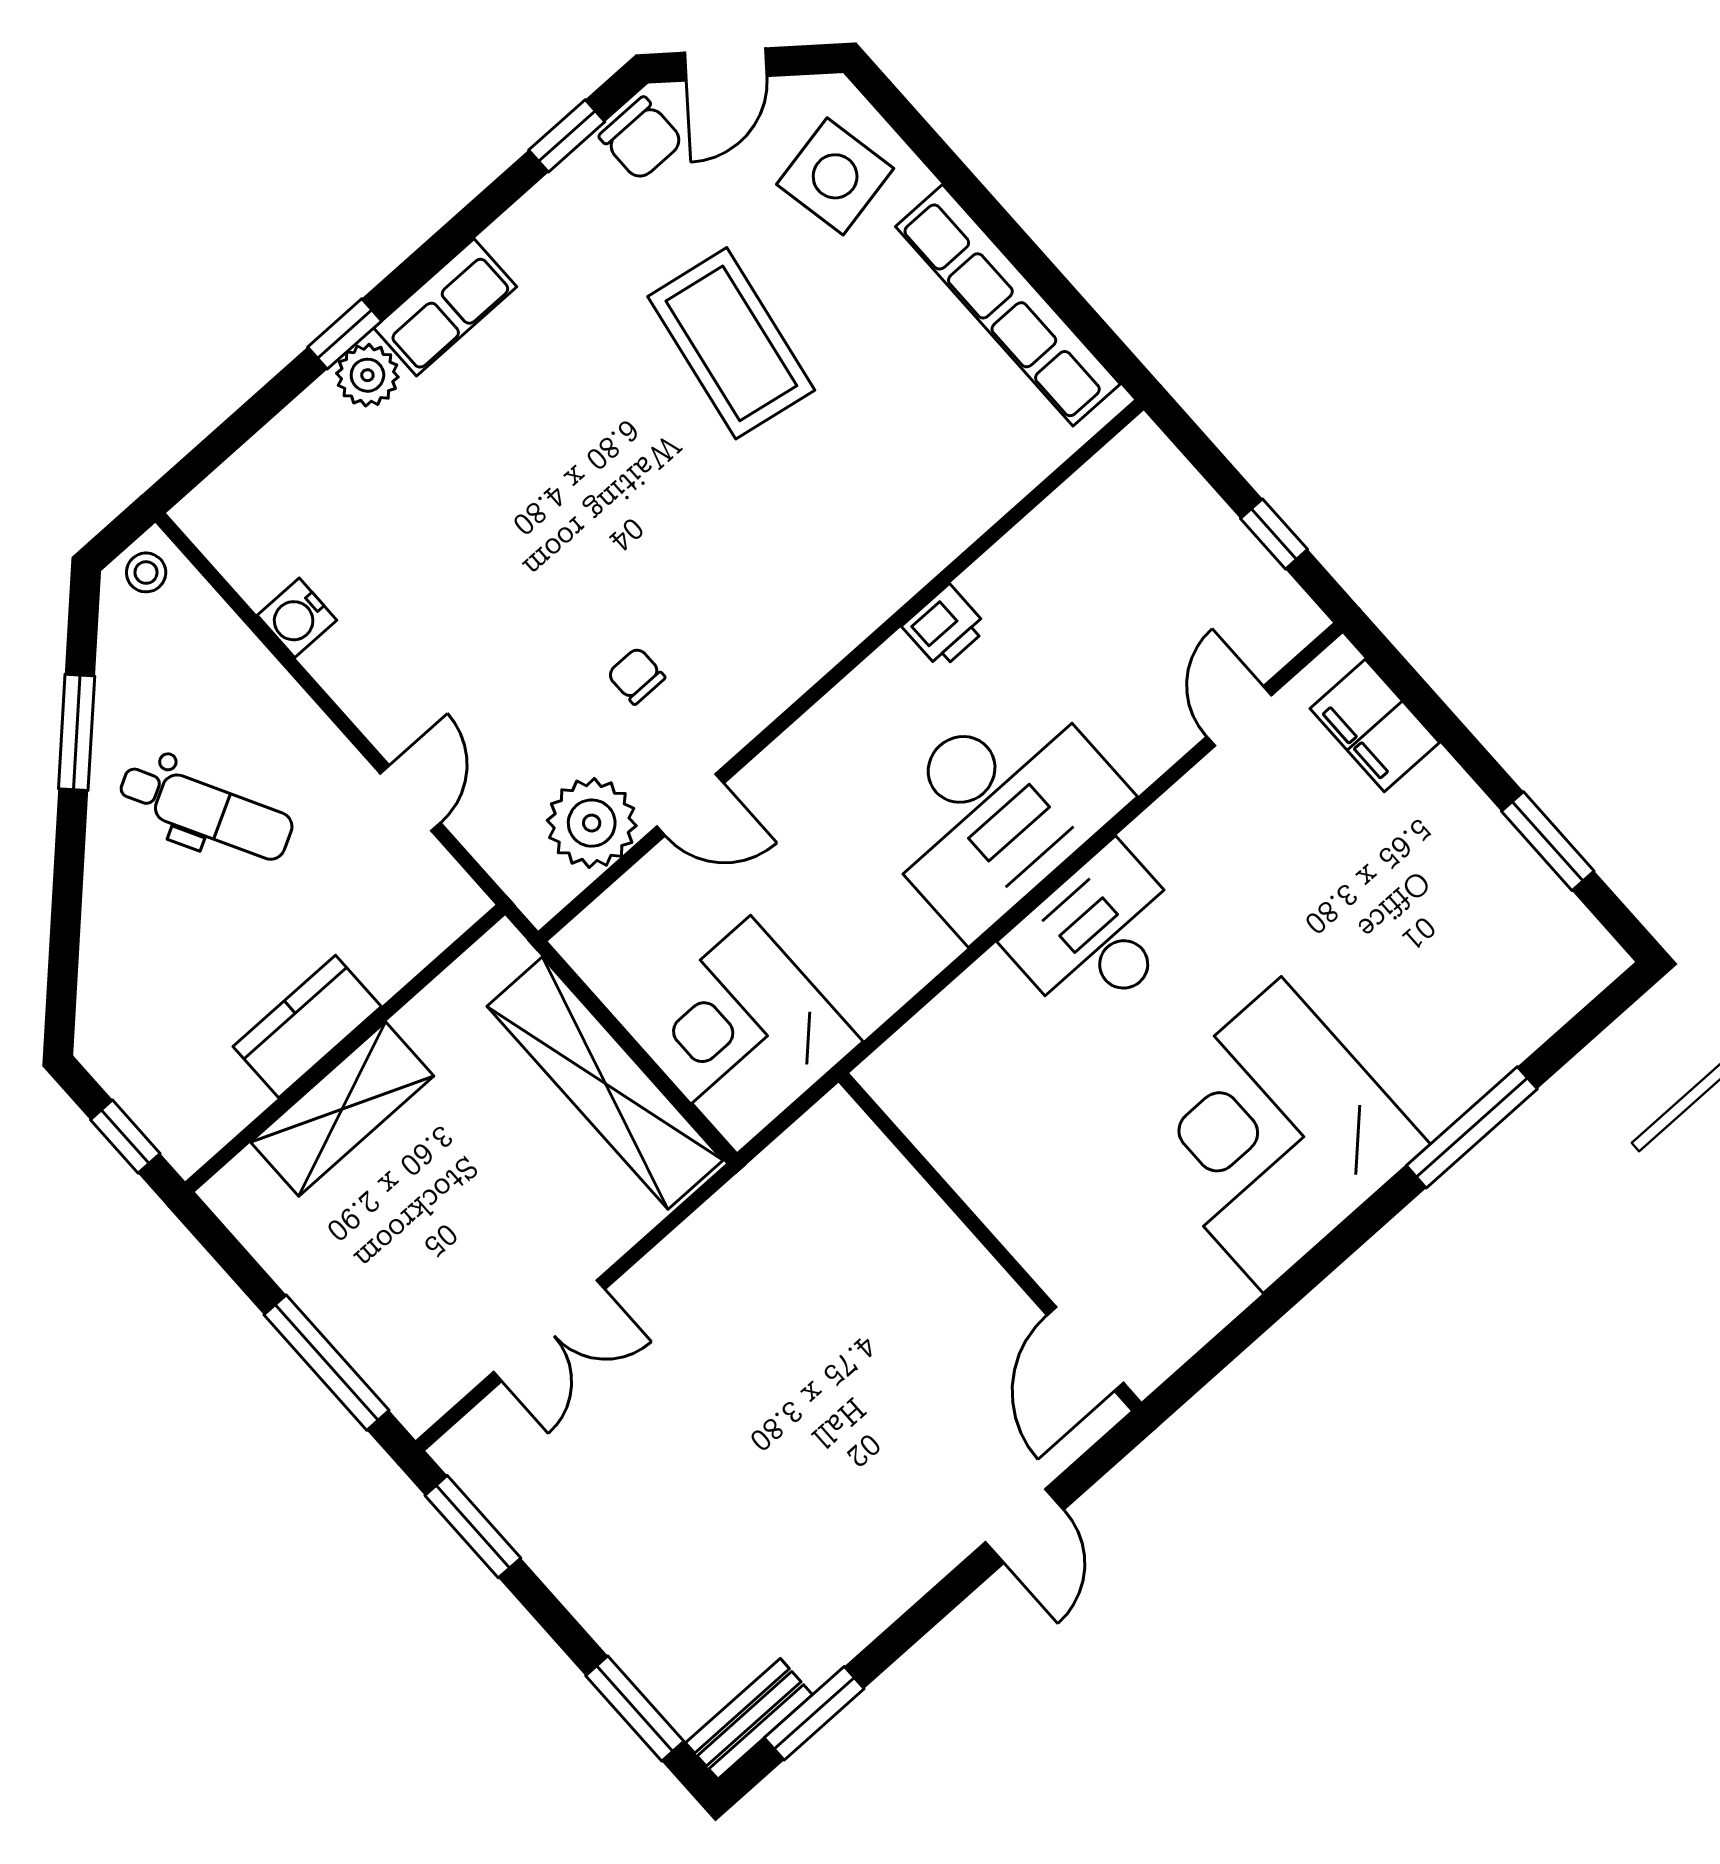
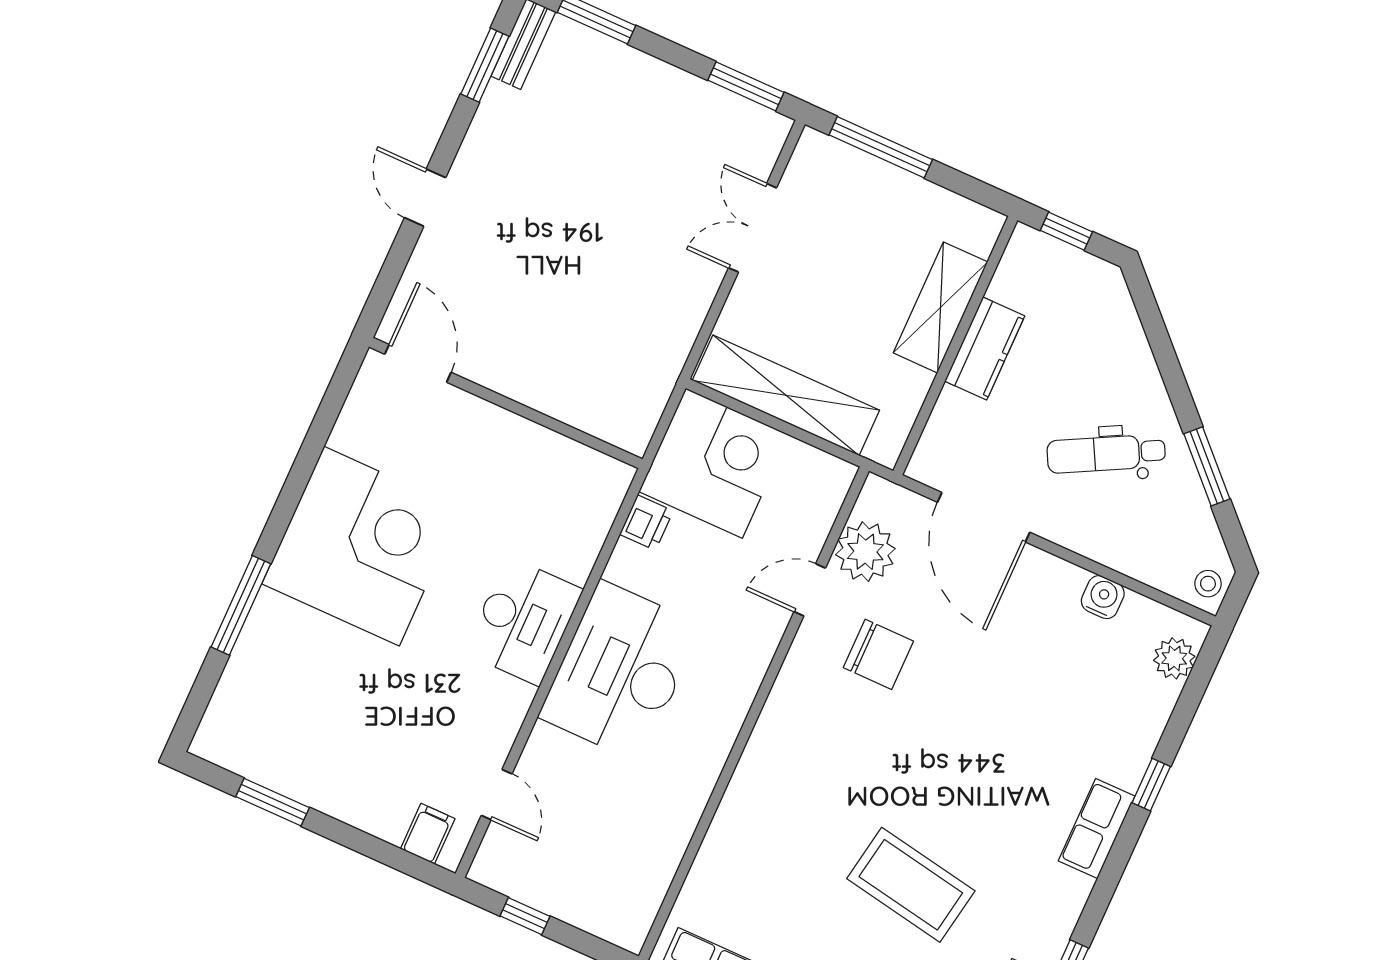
plant: (367, 375) -> (1174, 658), moved
printer: (945, 627) -> (647, 523), moved, turned 180
chair: (636, 676) -> (878, 654), width x1.87, depth x1.87
filing cabinet: (1375, 725) -> (428, 834), width x0.50
door: (410, 798) -> (984, 517), width x1.87
door: (1025, 1526) -> (425, 198), moved

